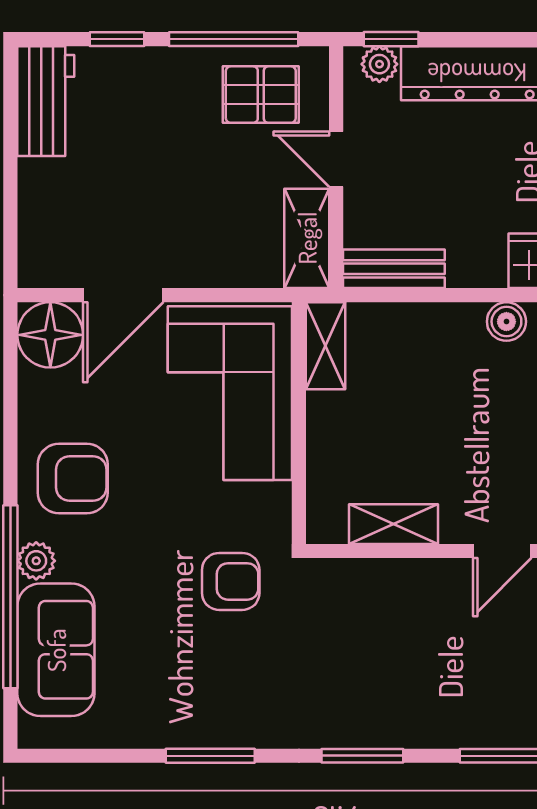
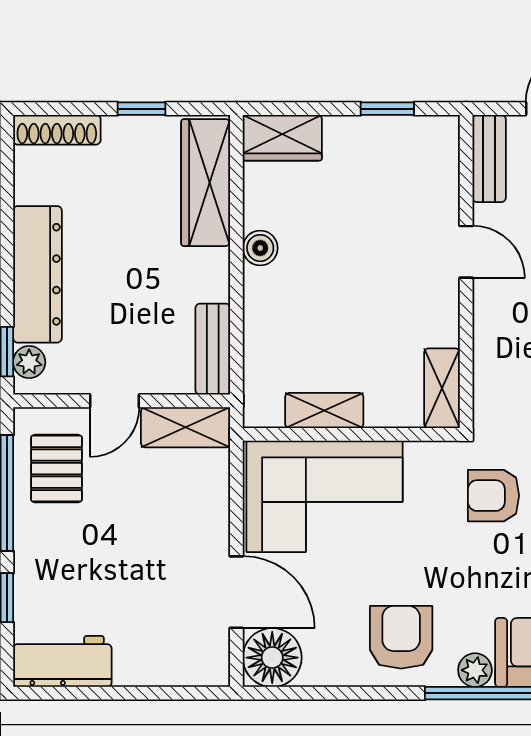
shelving: (326, 346) -> (324, 410), moved
shelving: (393, 524) -> (442, 388), moved
armchair: (231, 581) -> (493, 496), turned -90

